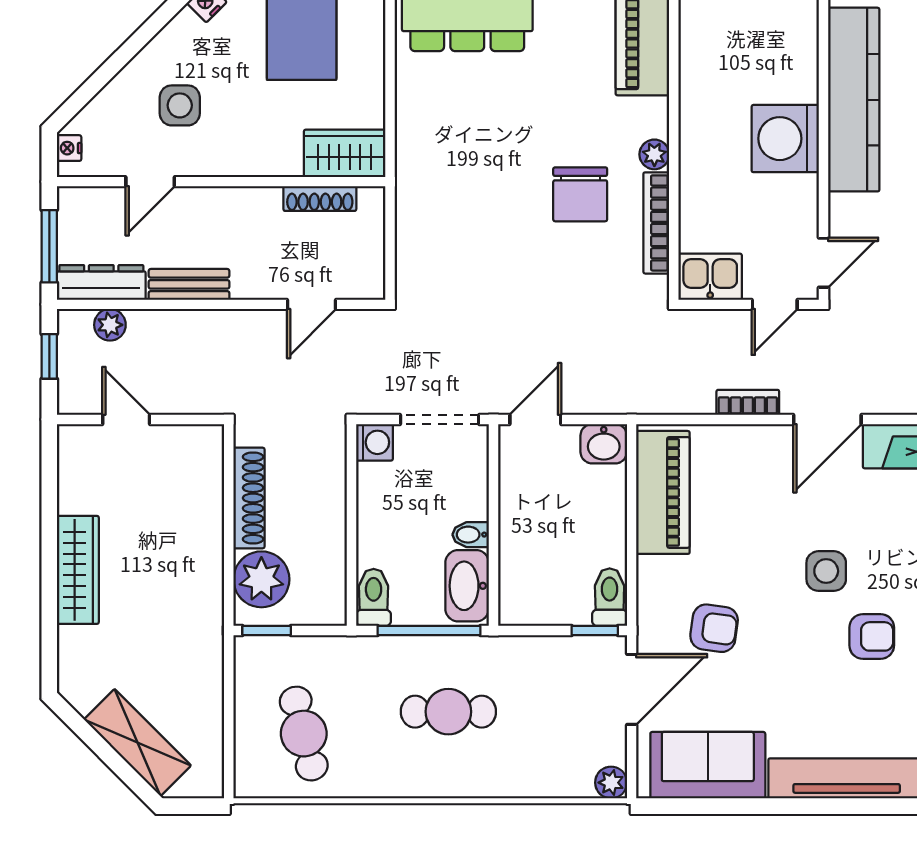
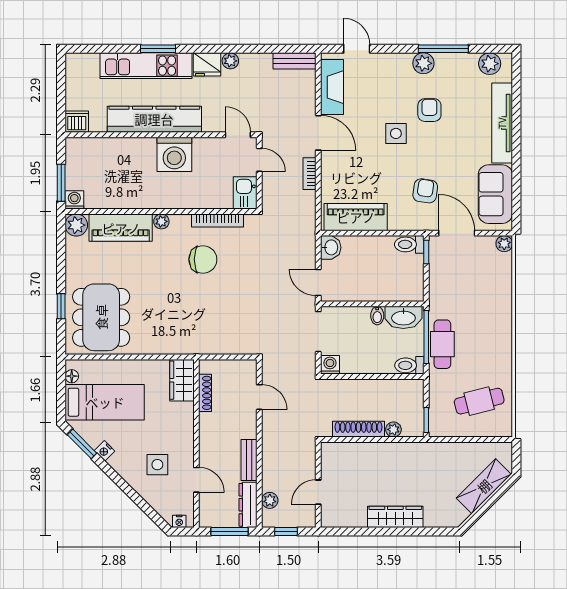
plant: (654, 154) -> (161, 221), moved
plant: (261, 579) -> (393, 429), width x0.53, depth x0.53
cafe table: (448, 712) -> (442, 344), moved

